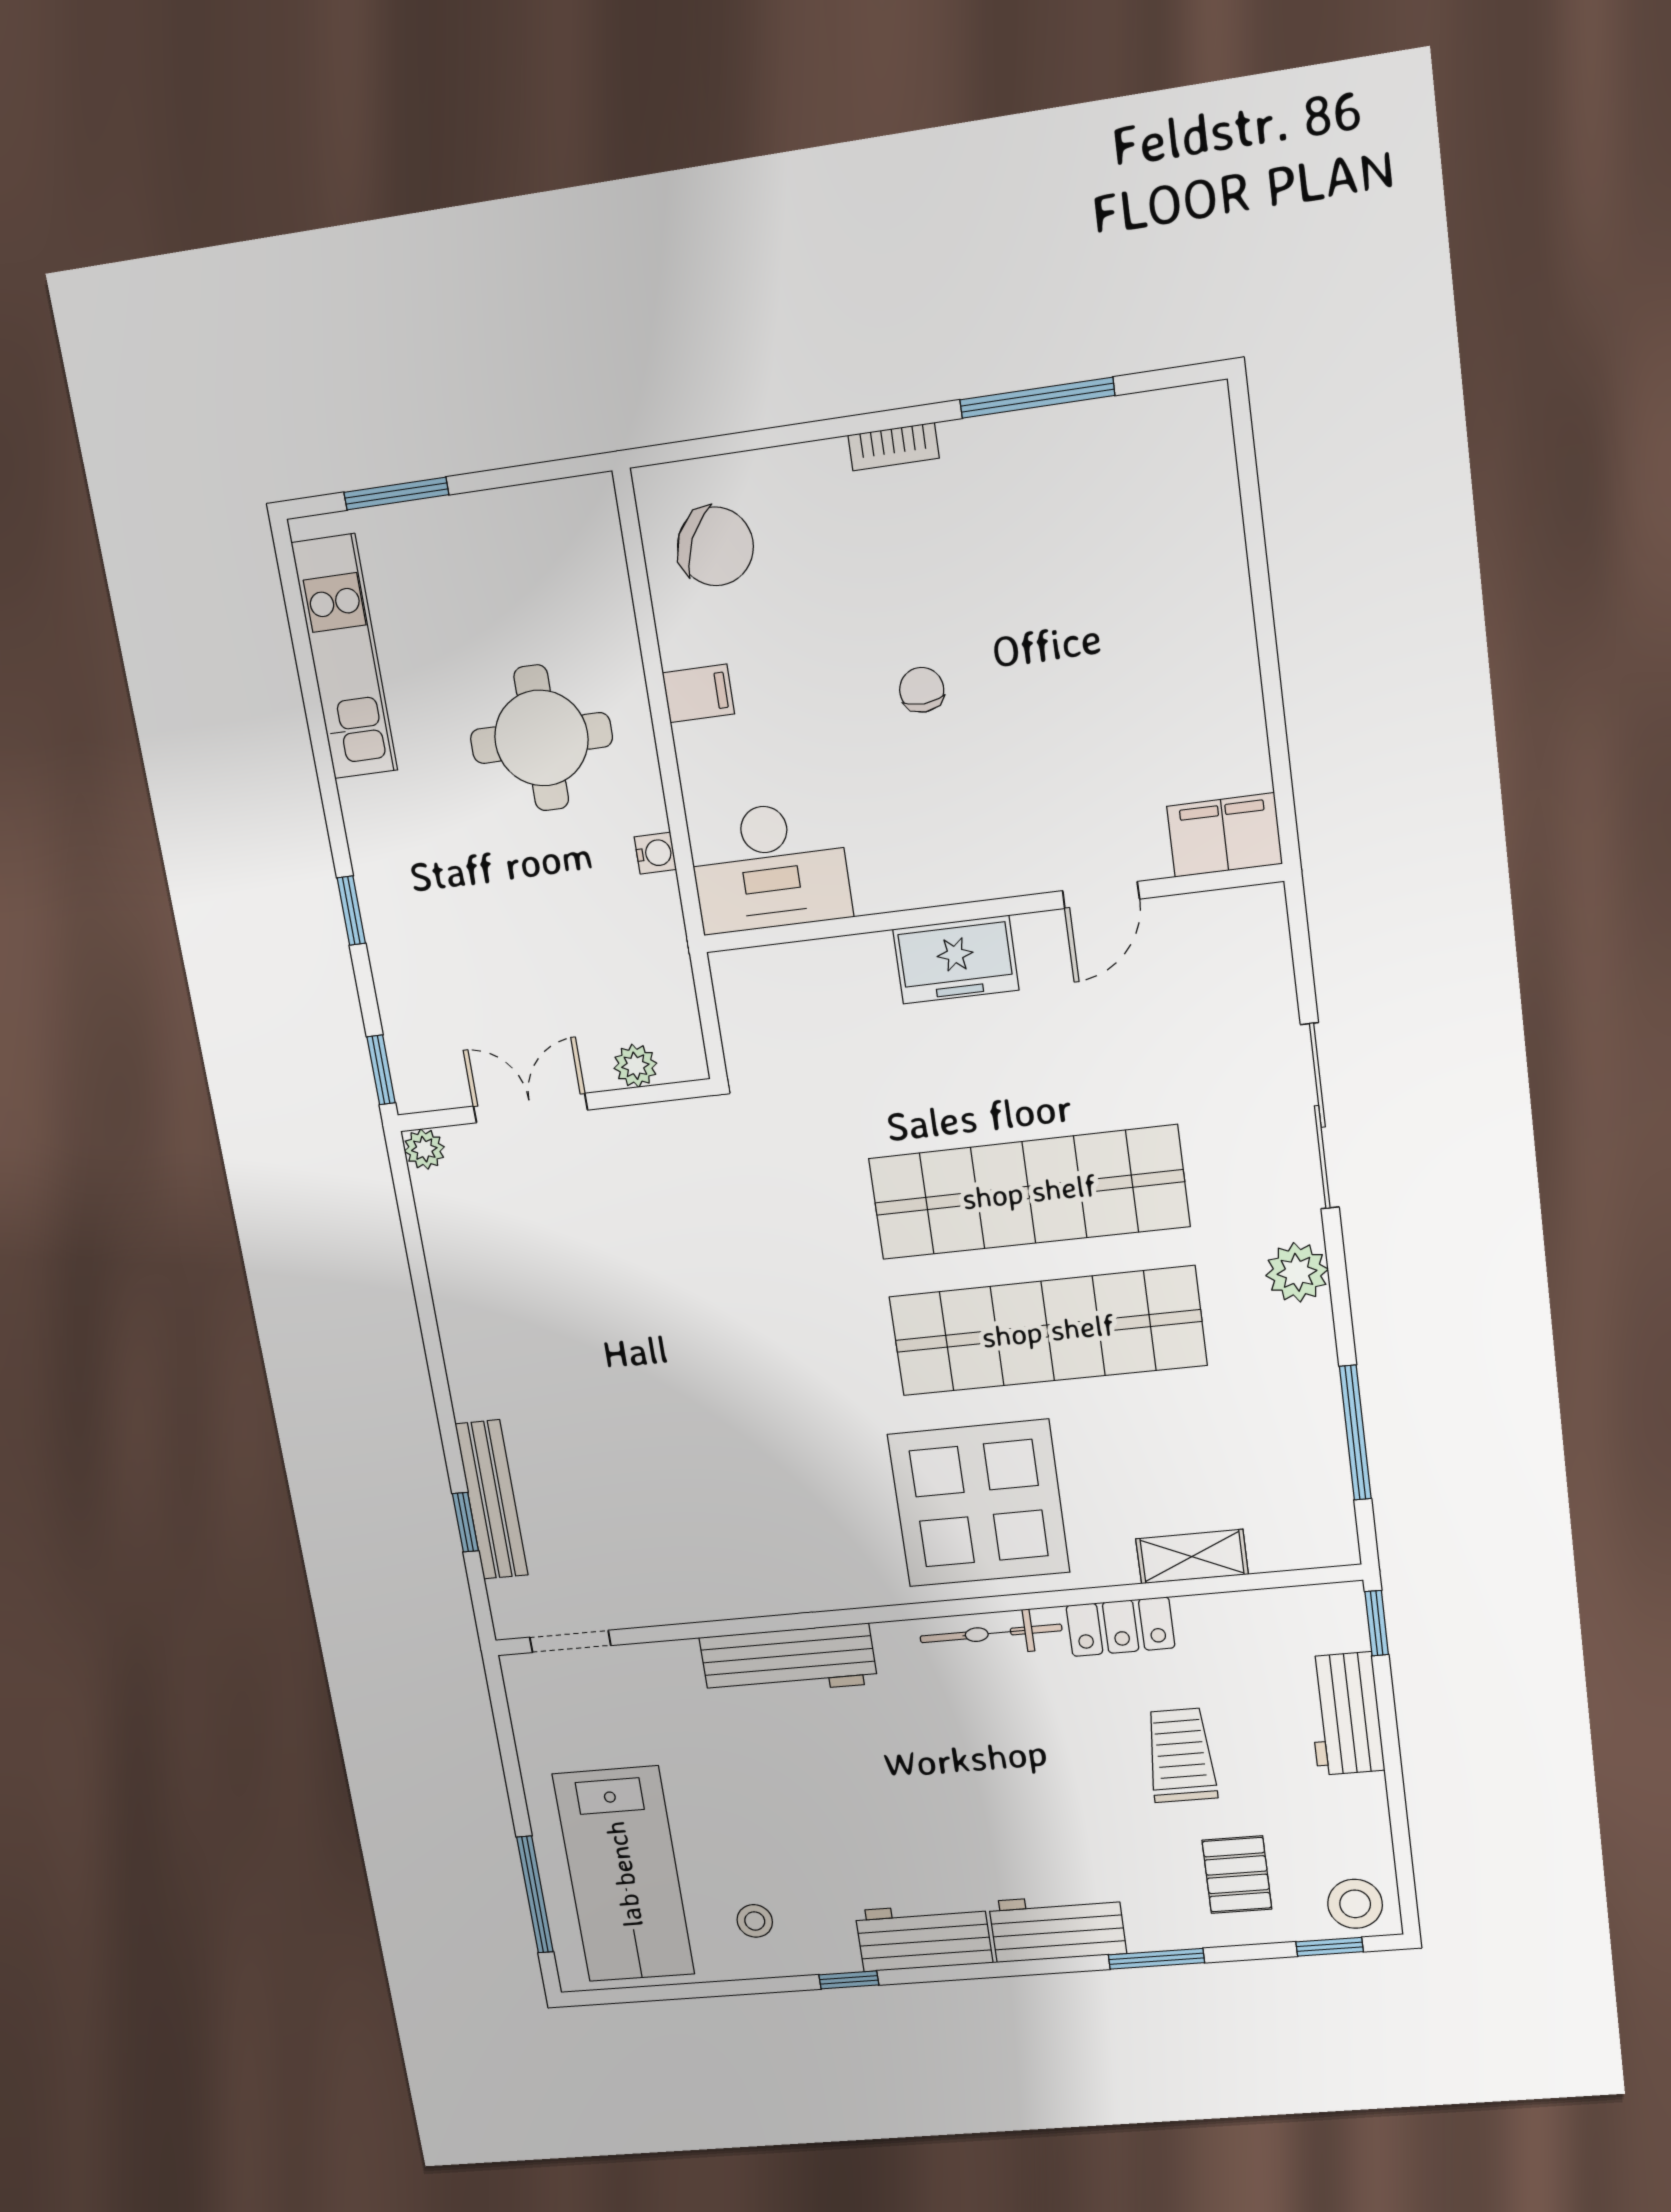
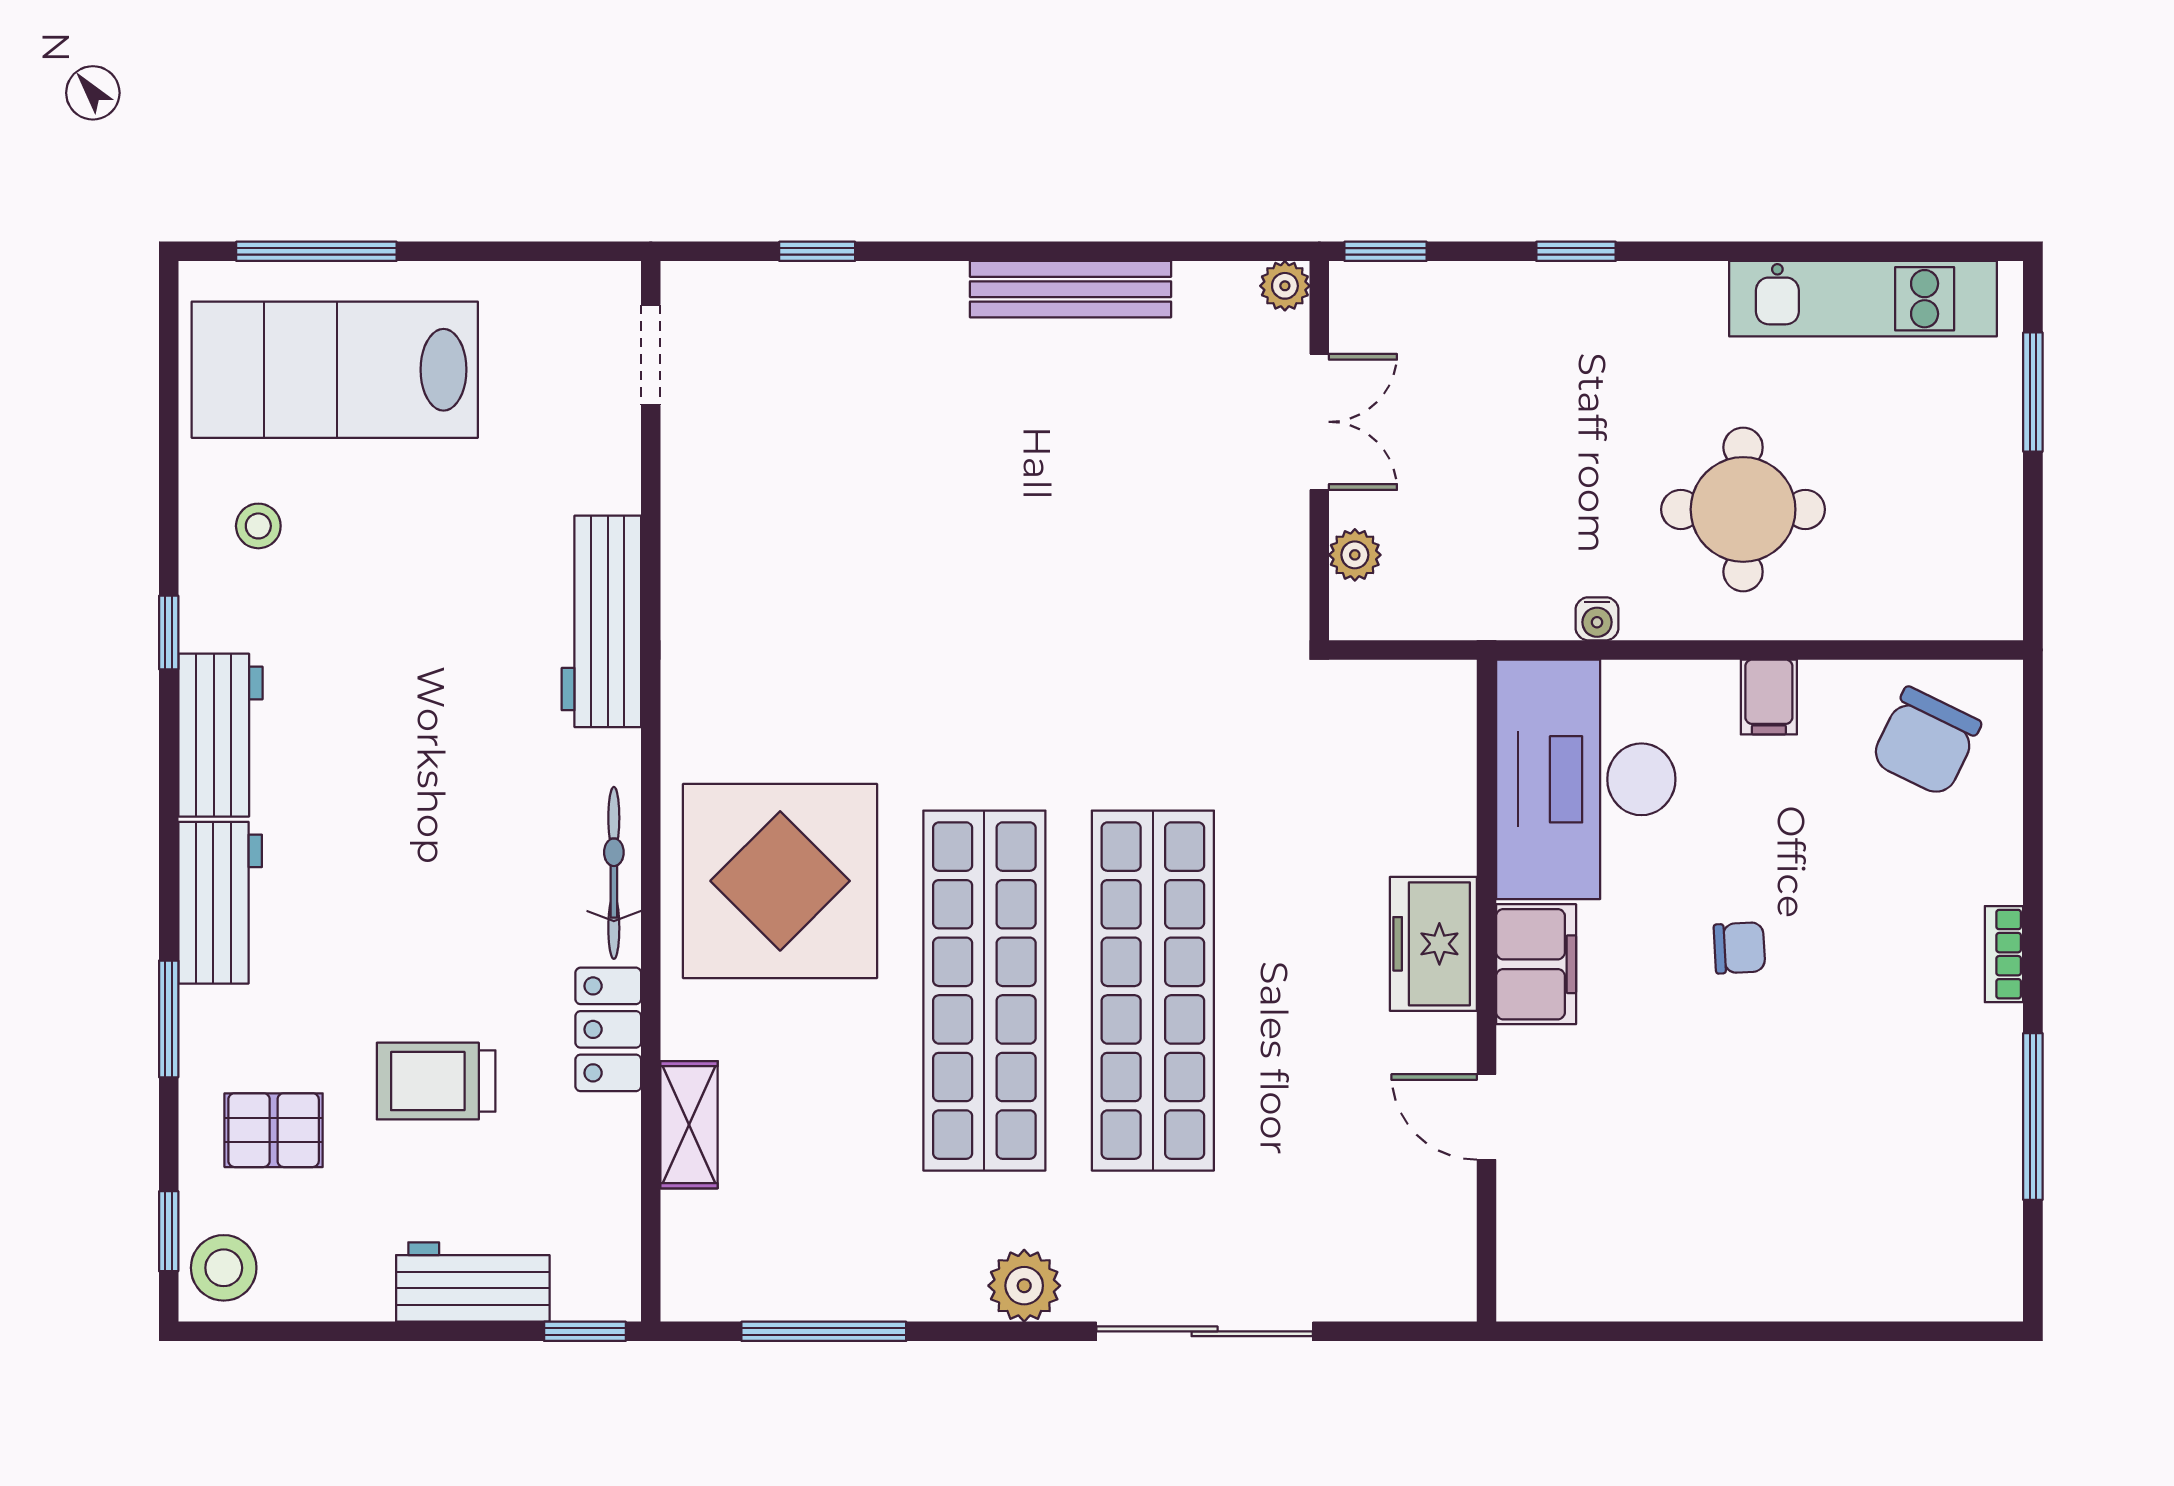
filing cabinet: (1225, 835) -> (1536, 964), moved
desk: (770, 867) -> (1586, 779), width x1.36, depth x1.30
bench: (492, 1500) -> (1070, 289), moved
trolley: (1181, 1755) -> (436, 1081), turned 180

